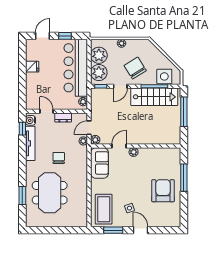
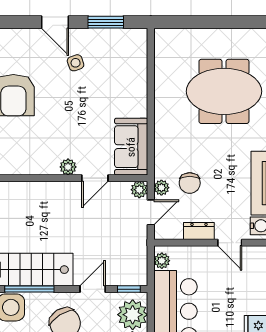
chair: (59, 158) -> (190, 183), moved
meeting table: (50, 193) -> (224, 91), turned 90
coffee table: (104, 209) -> (123, 61), removed

